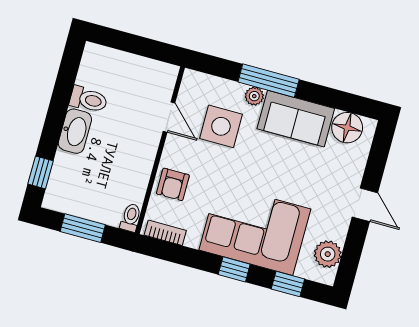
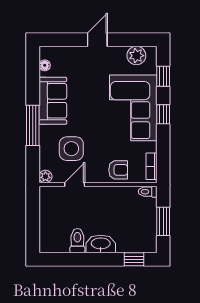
plant: (254, 96) -> (45, 177), moved
floor lamp: (347, 128) -> (45, 65), width x0.53, depth x0.53

